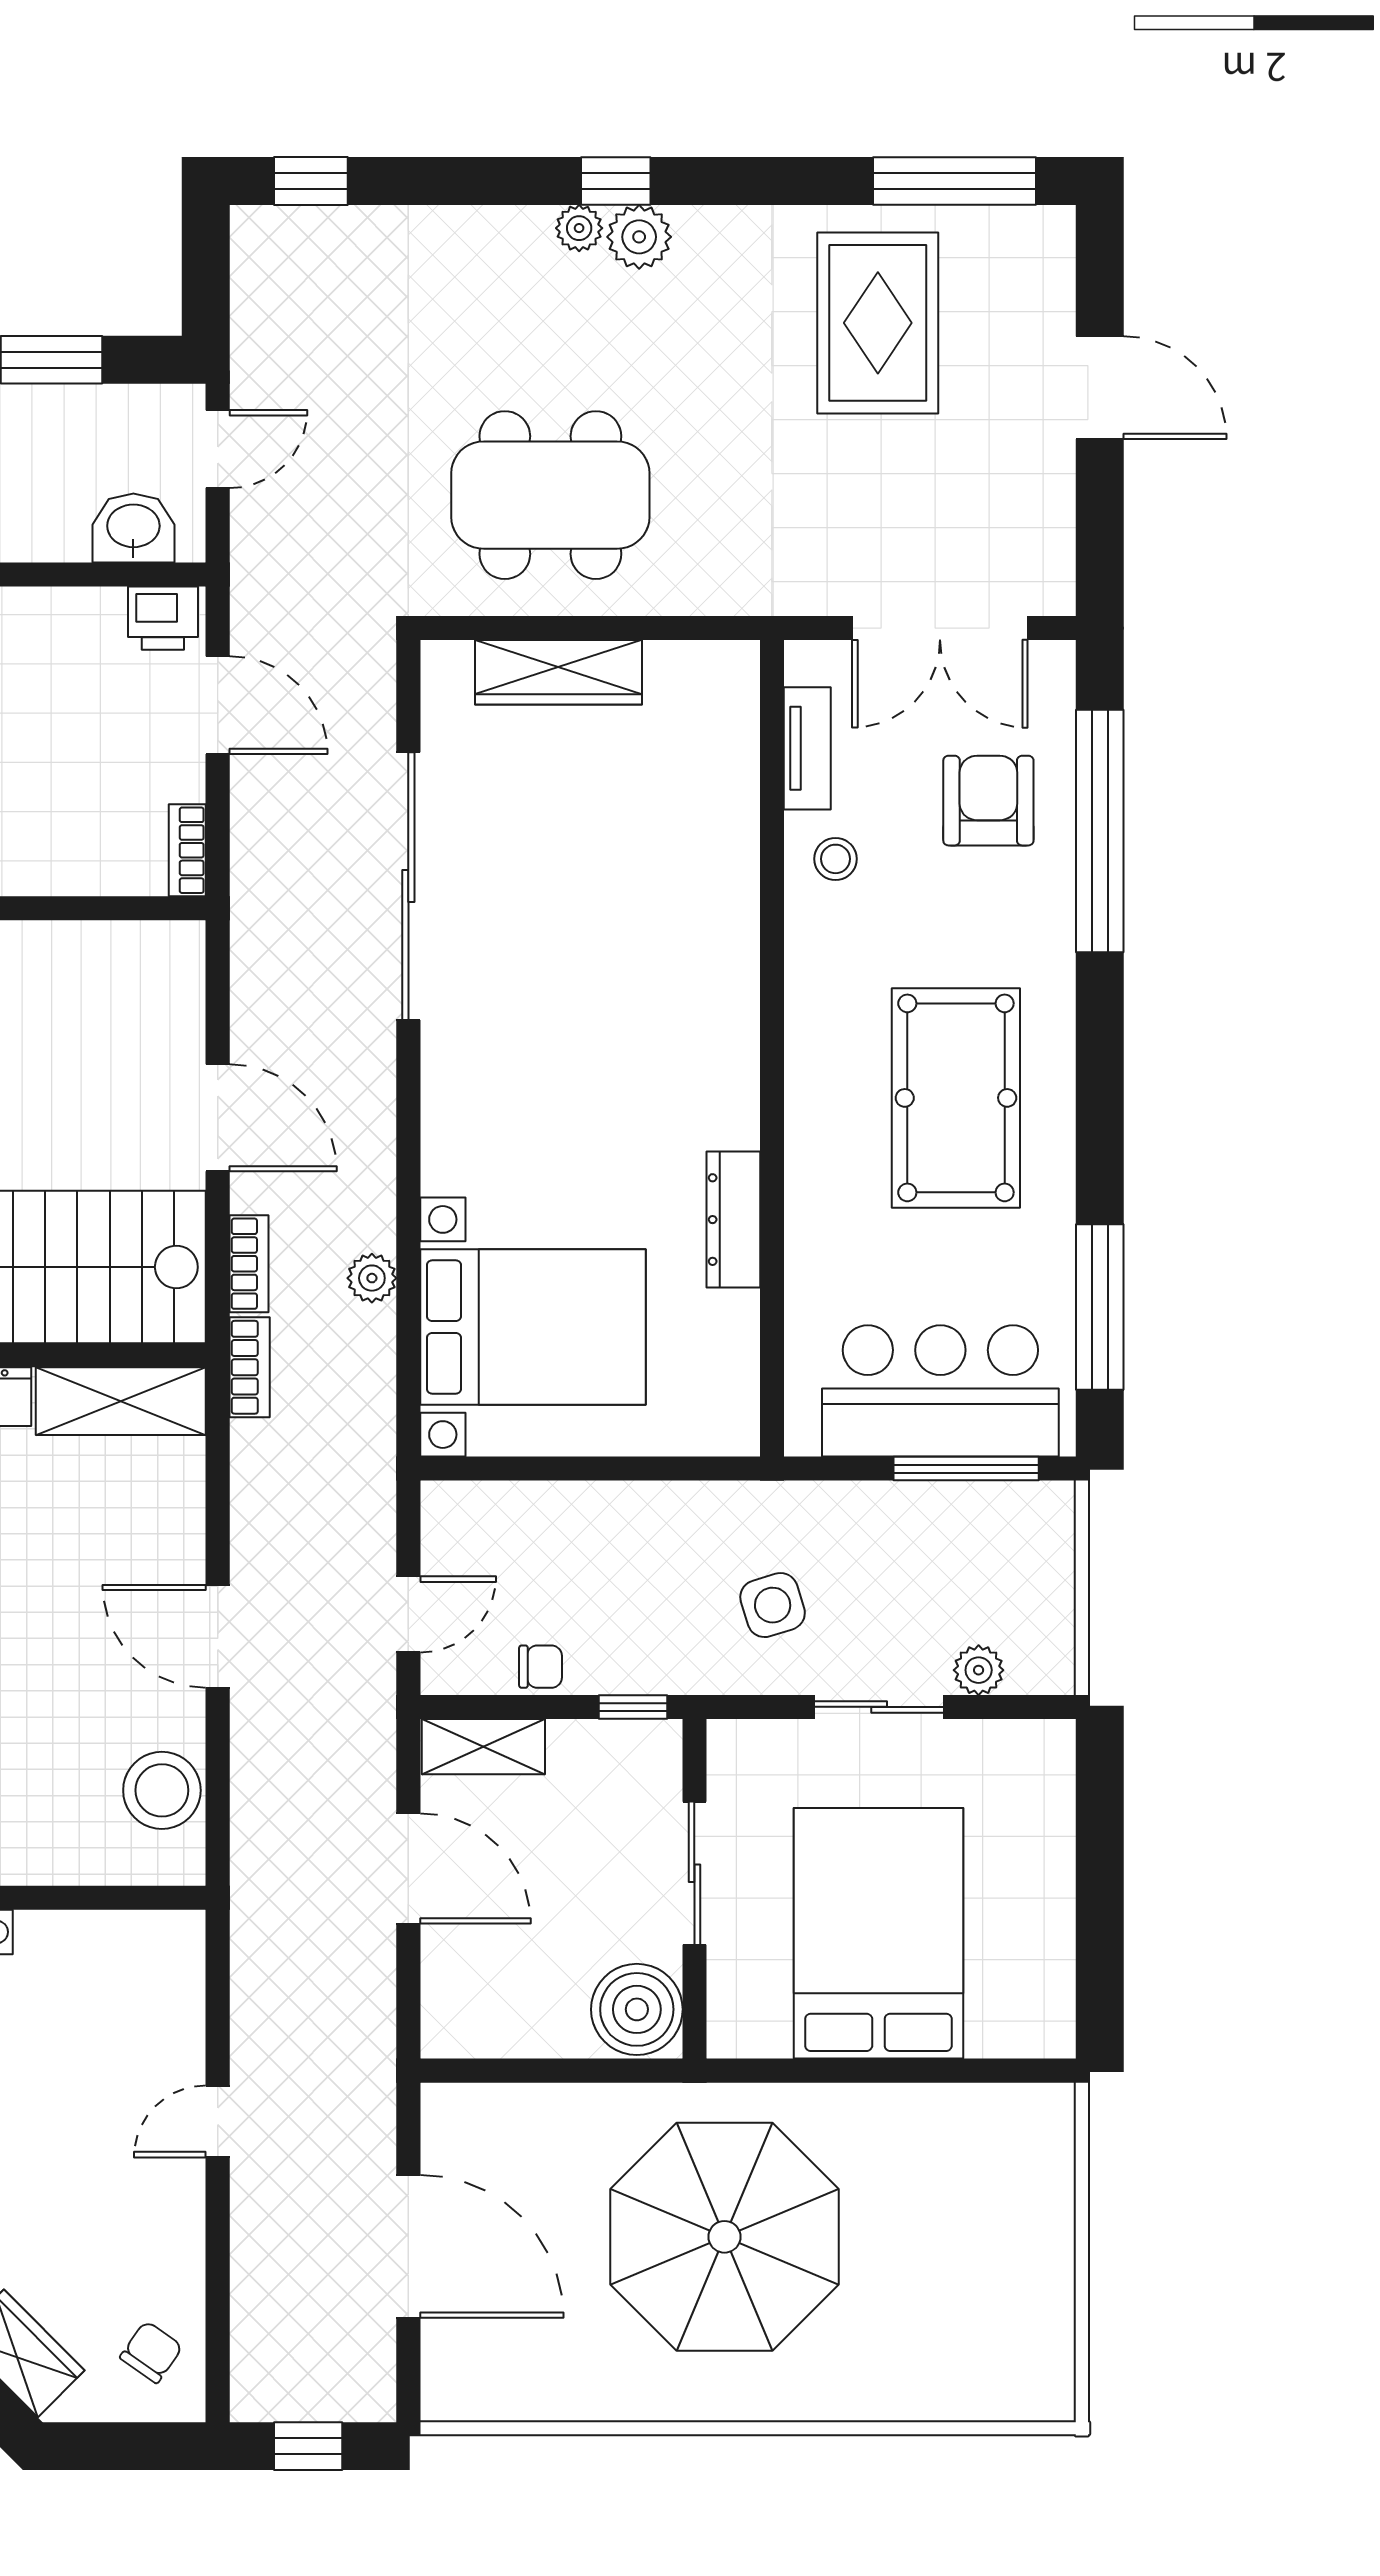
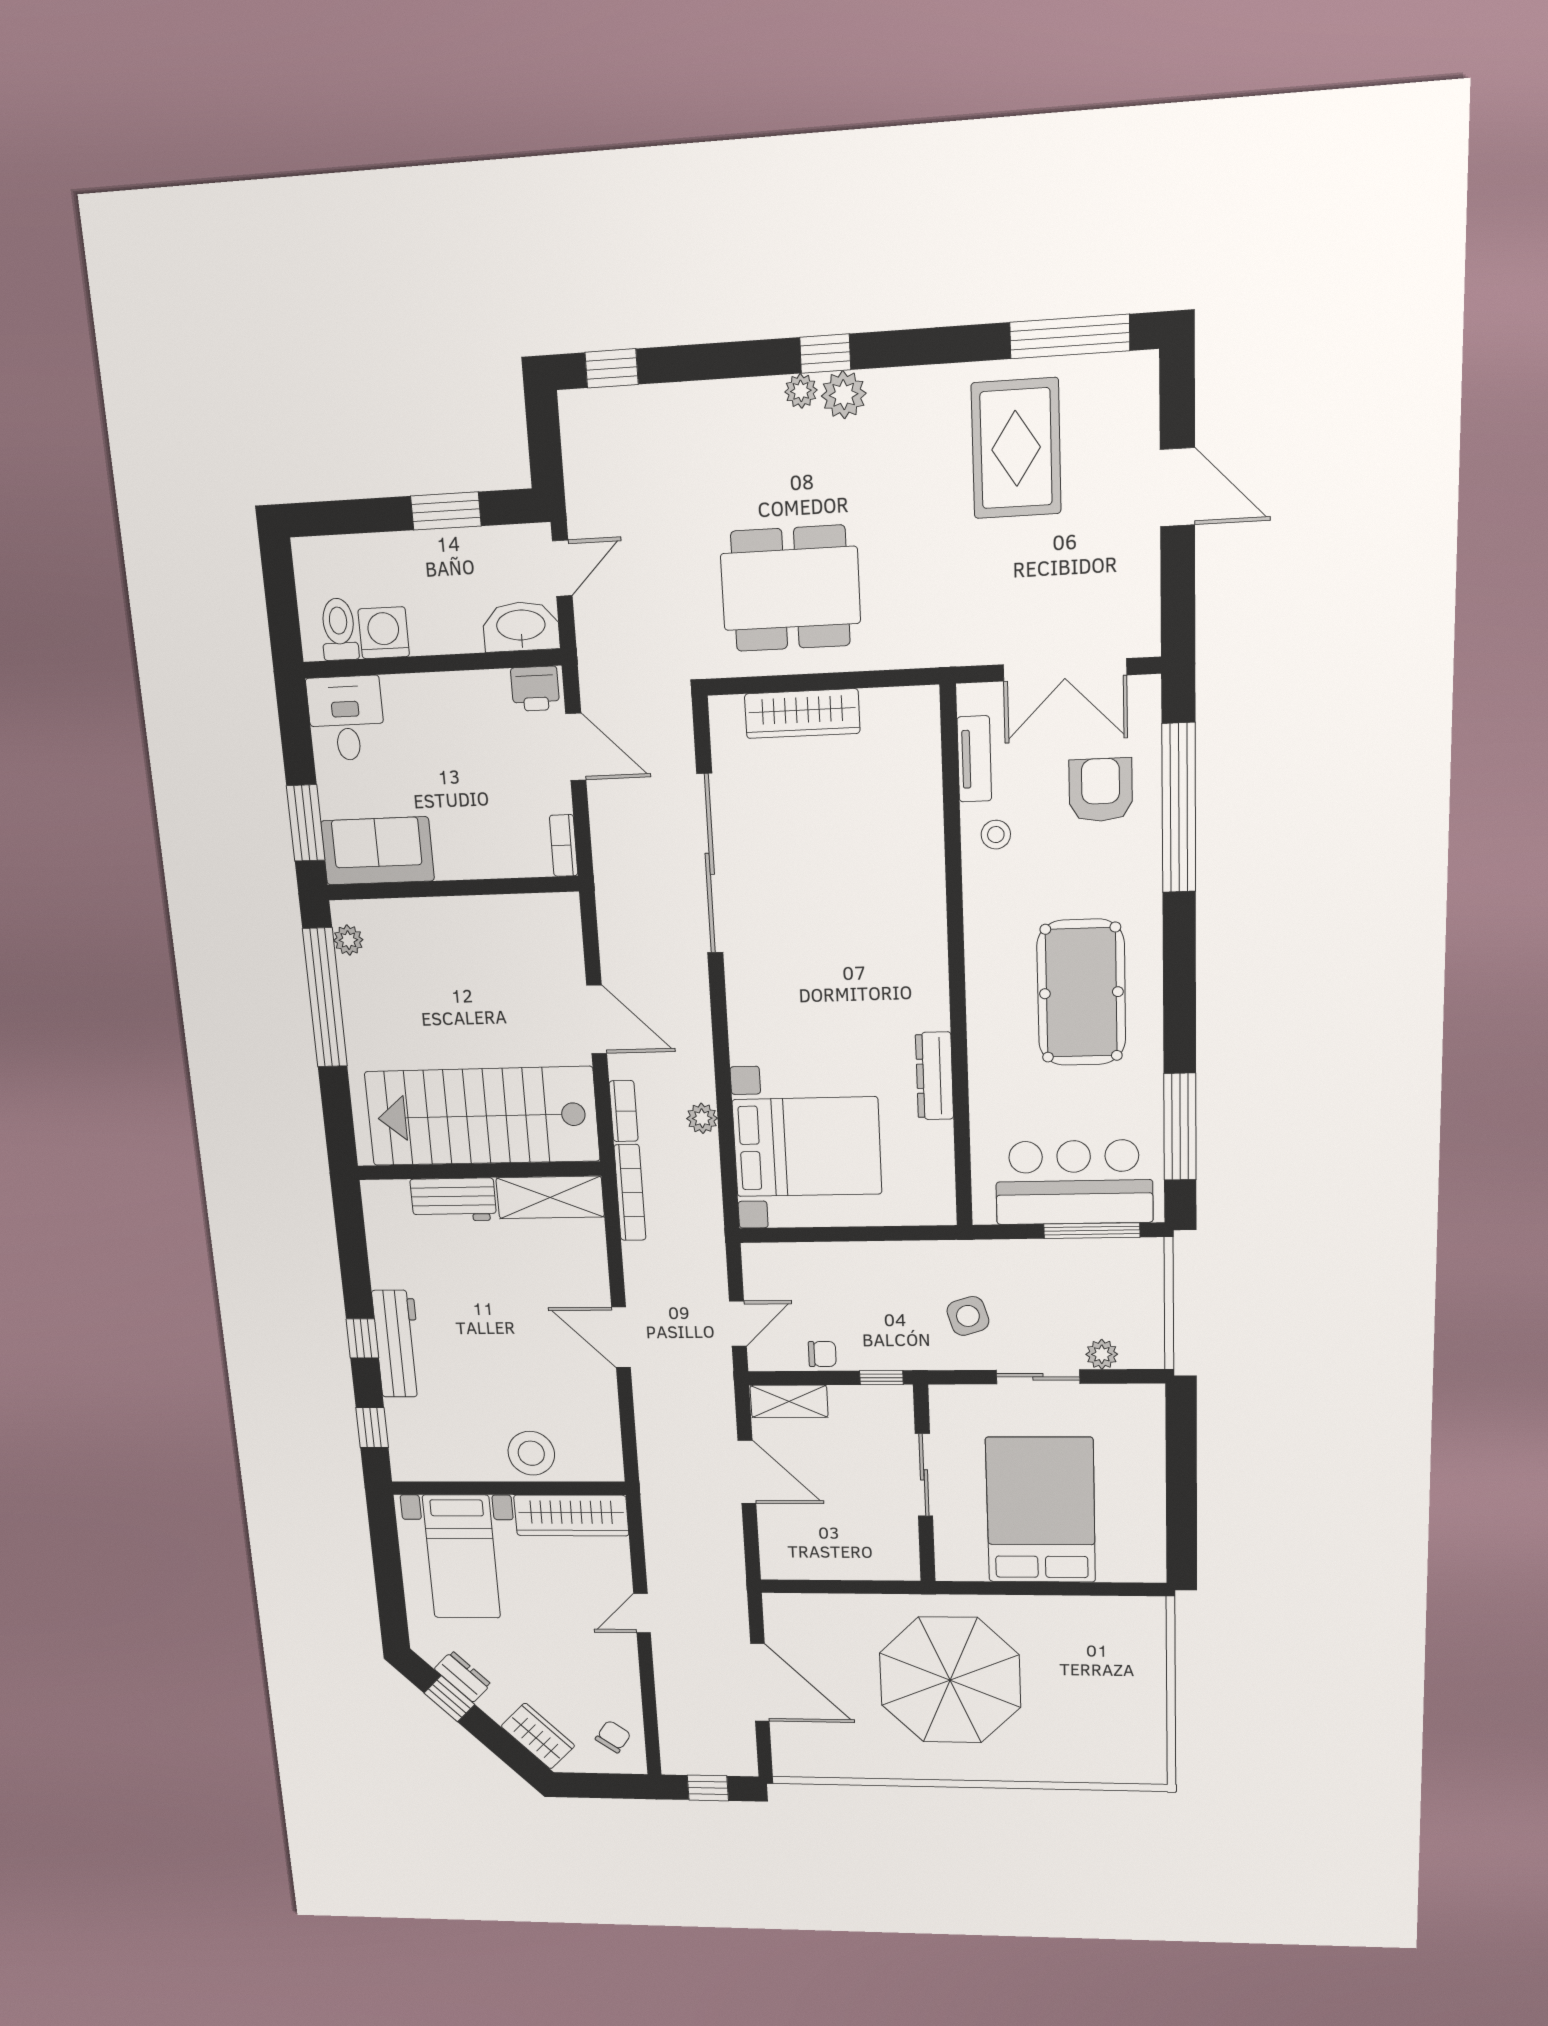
washbasin: (133, 528) -> (521, 626), width x1.38
bookcase: (250, 1367) -> (630, 1193), width x1.56
stool: (162, 1790) -> (531, 1453), moved
wardrobe: (111, 1946) -> (571, 1515), added
boiler: (637, 2009) -> (891, 1553), removed

